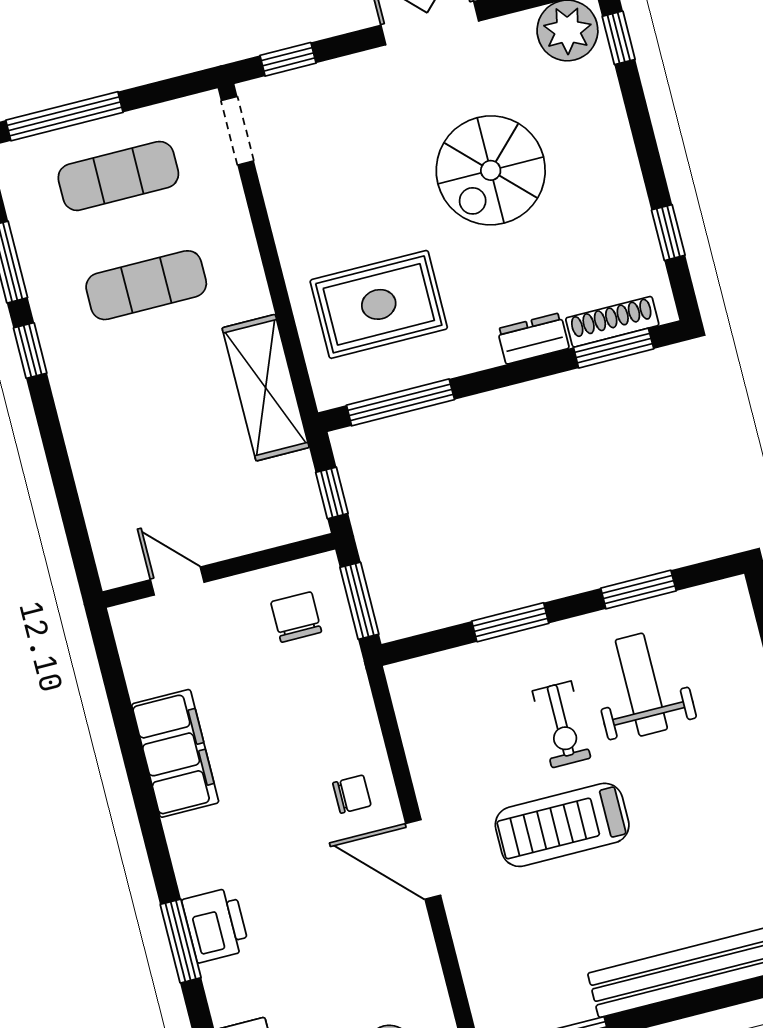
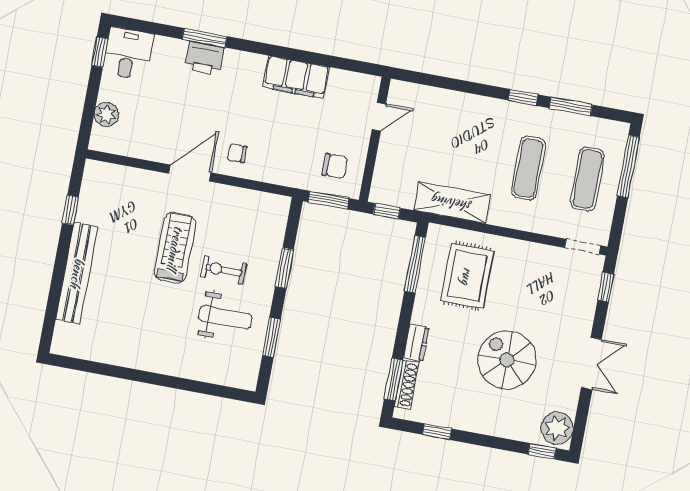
chair: (352, 794) -> (237, 153), turned 90

